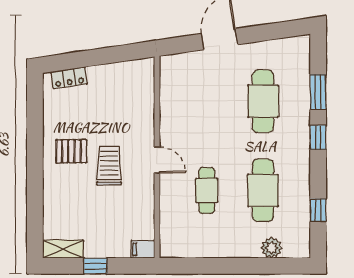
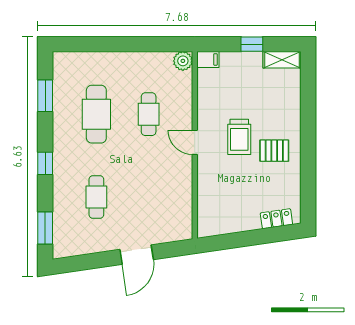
window: (318, 92) -> (45, 228), moved
cafe table: (263, 101) -> (96, 197), width x0.73, depth x0.74
window: (318, 210) -> (45, 96), width x1.50
plant: (272, 248) -> (183, 61), moved

